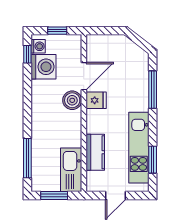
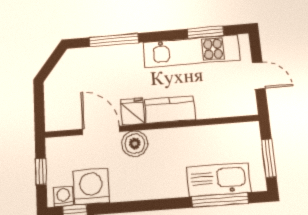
kitchen counter: (95, 152) -> (170, 110), moved
kitchen sink: (71, 170) -> (219, 180), moved, turned 180

